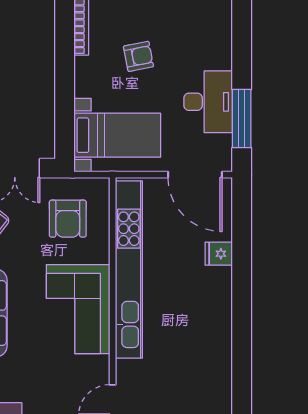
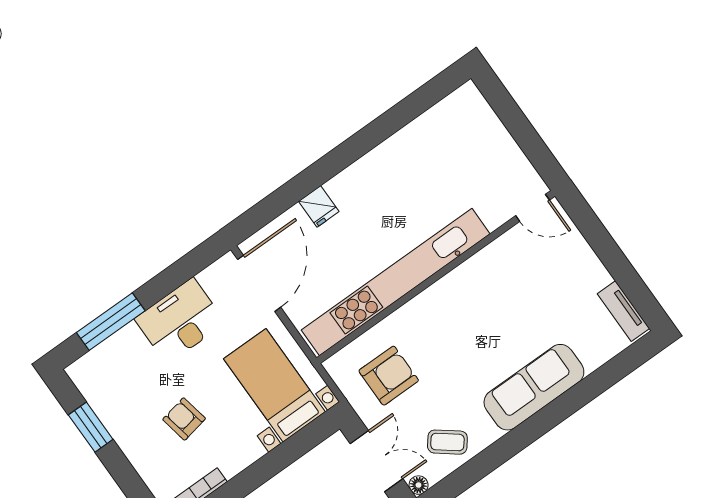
window: (242, 119) -> (111, 322), moved
corner sofa: (78, 309) -> (469, 304), removed

